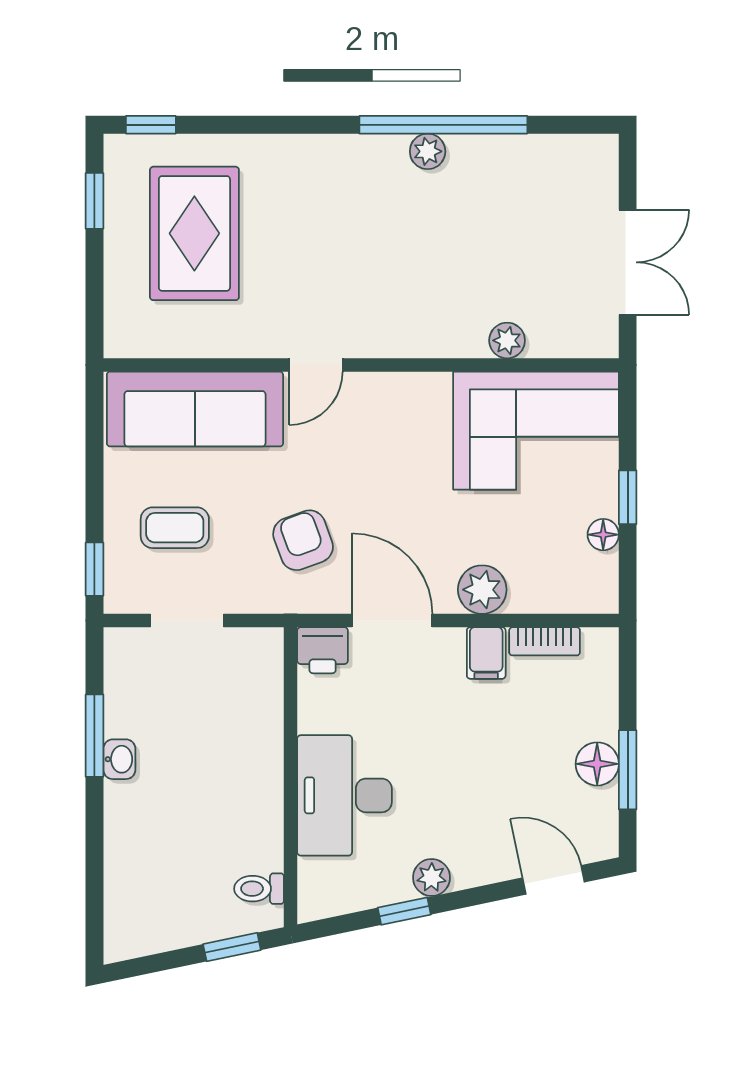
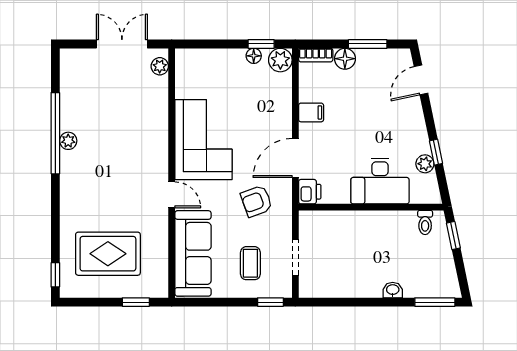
window: (94, 201) -> (136, 302), moved
plant: (507, 340) -> (160, 66), moved
corner sofa: (536, 431) -> (203, 140), moved
window: (628, 497) -> (261, 44), moved
plant: (482, 590) -> (280, 60), moved
bookcase: (545, 641) -> (316, 55), moved, turned 90
window: (94, 736) -> (435, 302), moved
washbasin: (119, 759) -> (393, 290), moved
floor lamp: (597, 764) -> (345, 59), moved
plant: (432, 878) -> (425, 164), moved

